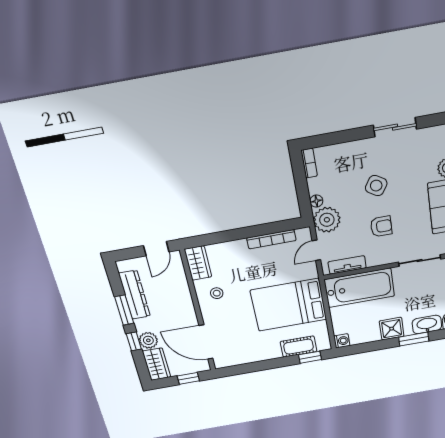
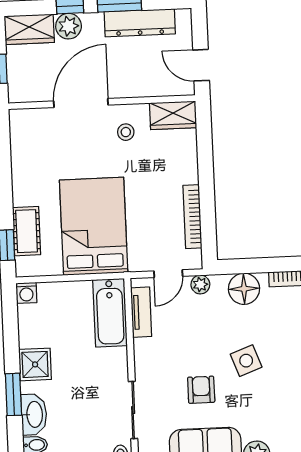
side table: (376, 186) -> (246, 361), turned 38
floor lamp: (316, 201) -> (244, 289), width x1.89, depth x1.89
plant: (327, 220) -> (200, 284), width x0.53, depth x0.53
armchair: (381, 226) -> (201, 390), moved, turned 180
door: (316, 250) -> (168, 274), swing flipped
bathtub: (359, 288) -> (110, 313), width x0.73, depth x0.73
door: (206, 342) -> (81, 103), moved

